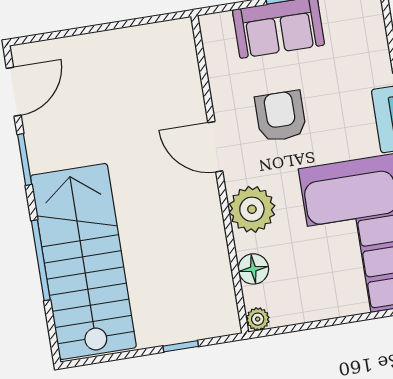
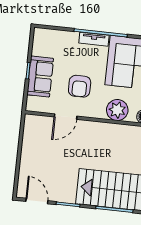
armchair: (281, 116) -> (80, 86), turned -90
door: (215, 147) -> (66, 117), moved

